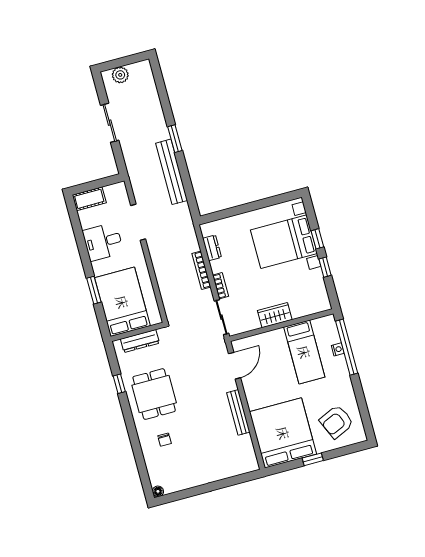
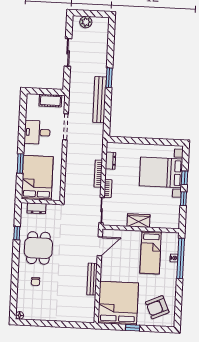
cot: (89, 199) -> (50, 101), moved
dresser: (140, 341) -> (36, 208), width x0.70

